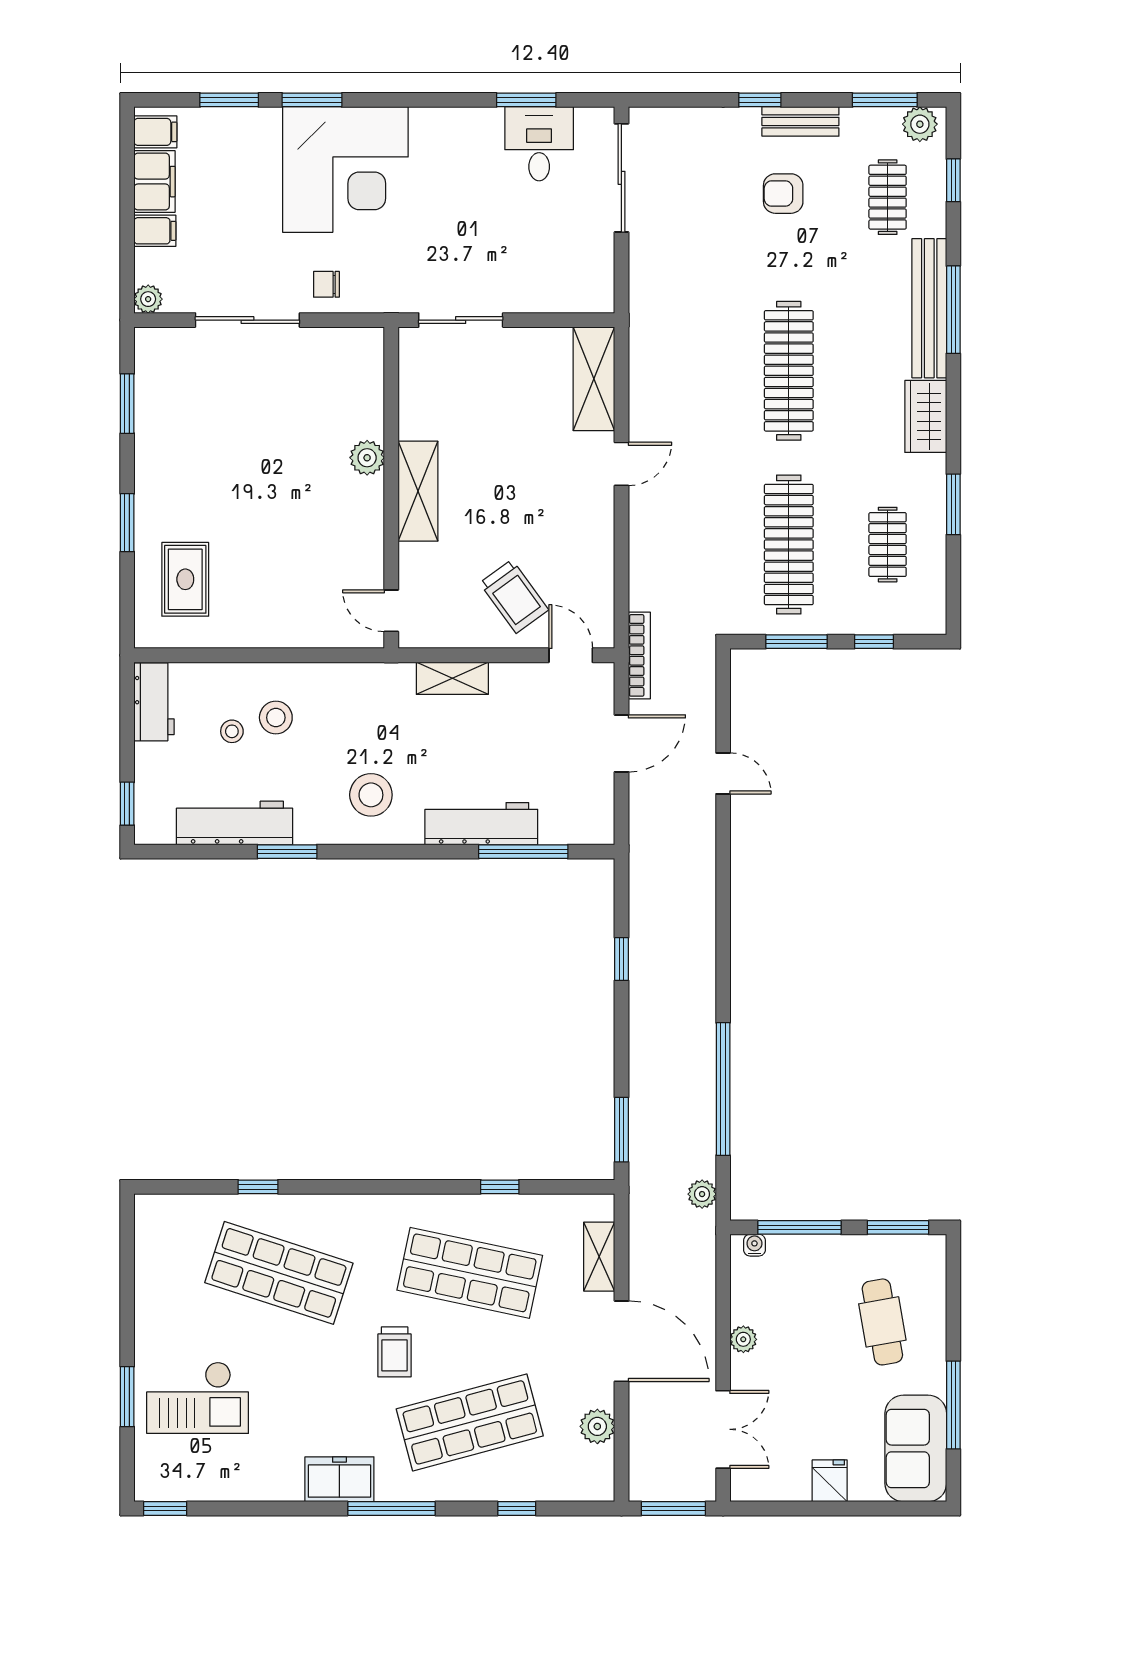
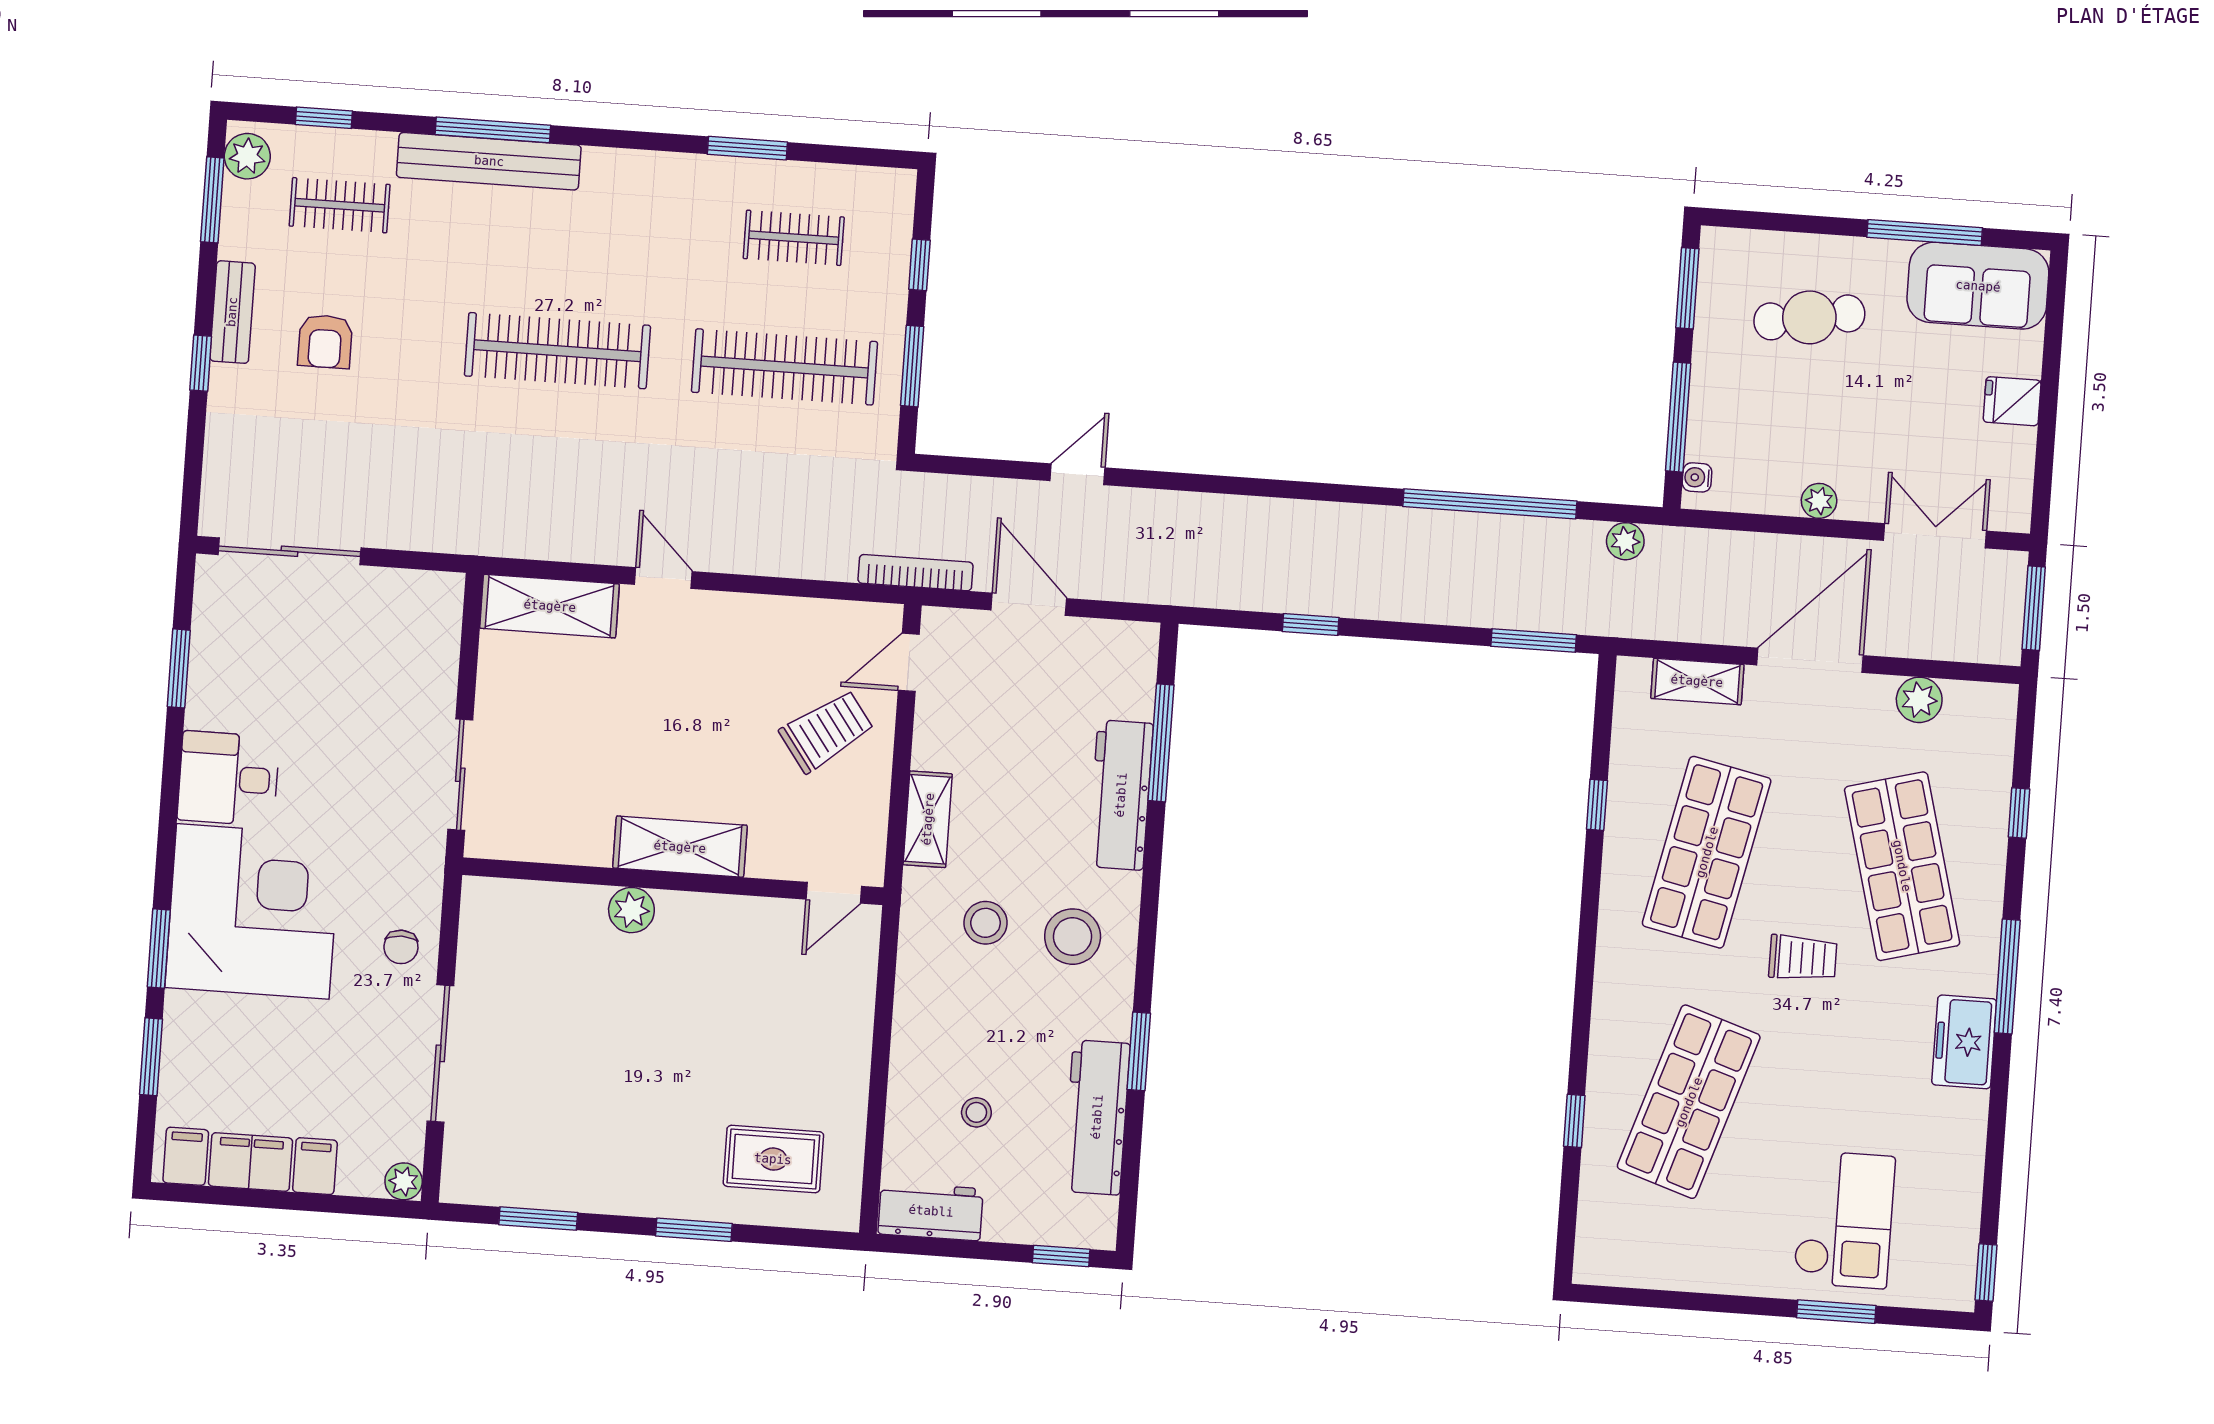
desk: (539, 144) -> (228, 778), moved
wardrobe: (926, 416) -> (630, 176), removed
stool: (276, 718) -> (986, 923), moved

